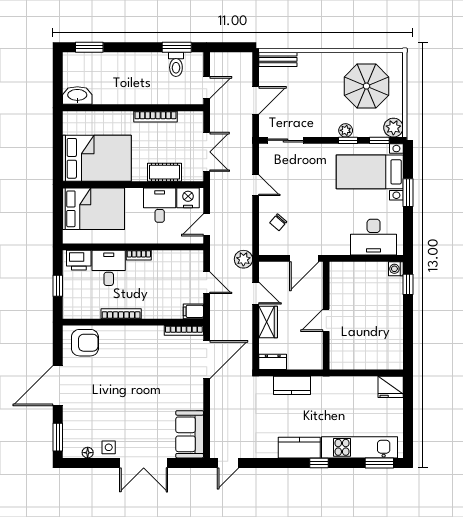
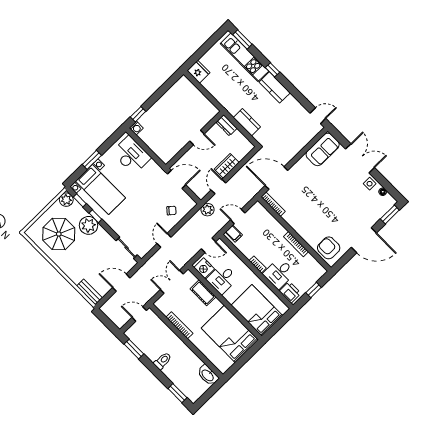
toilet: (176, 64) -> (163, 361), moved
plant: (346, 130) -> (89, 225), width x1.88, depth x1.88
door: (207, 283) -> (238, 216), hinge flipped
filing cabinet: (193, 311) -> (234, 234), moved
dresser: (273, 362) -> (226, 125), moved

